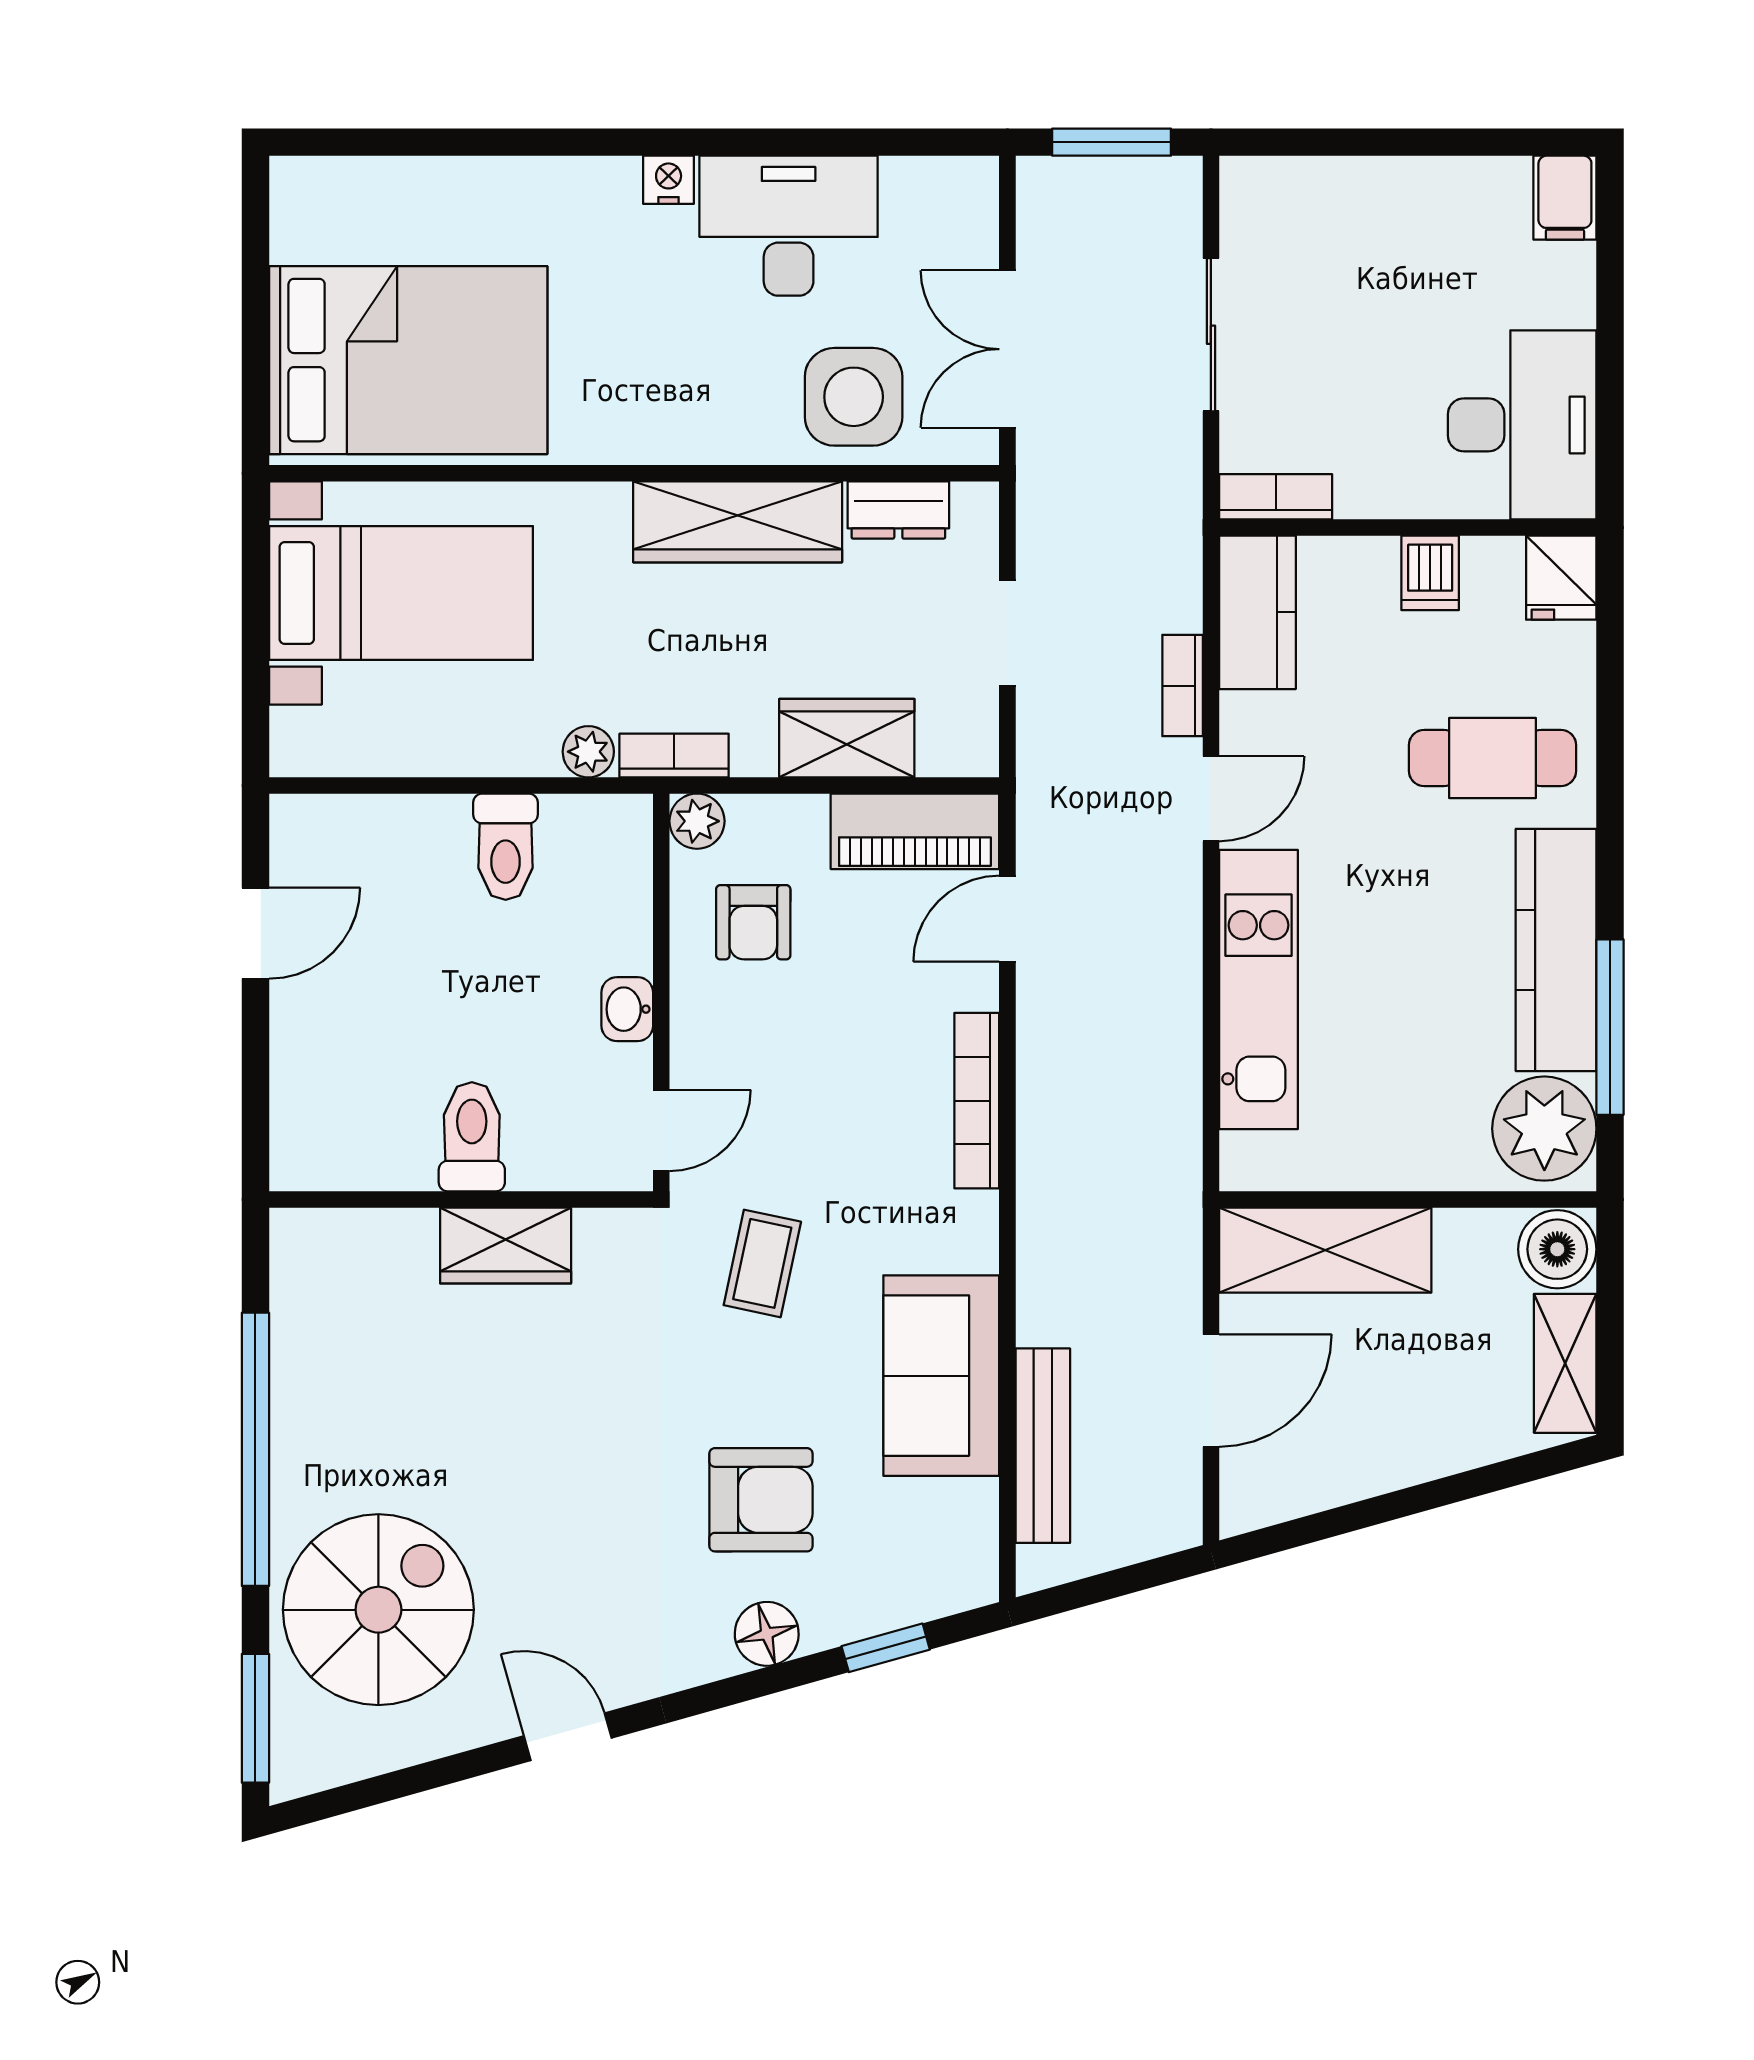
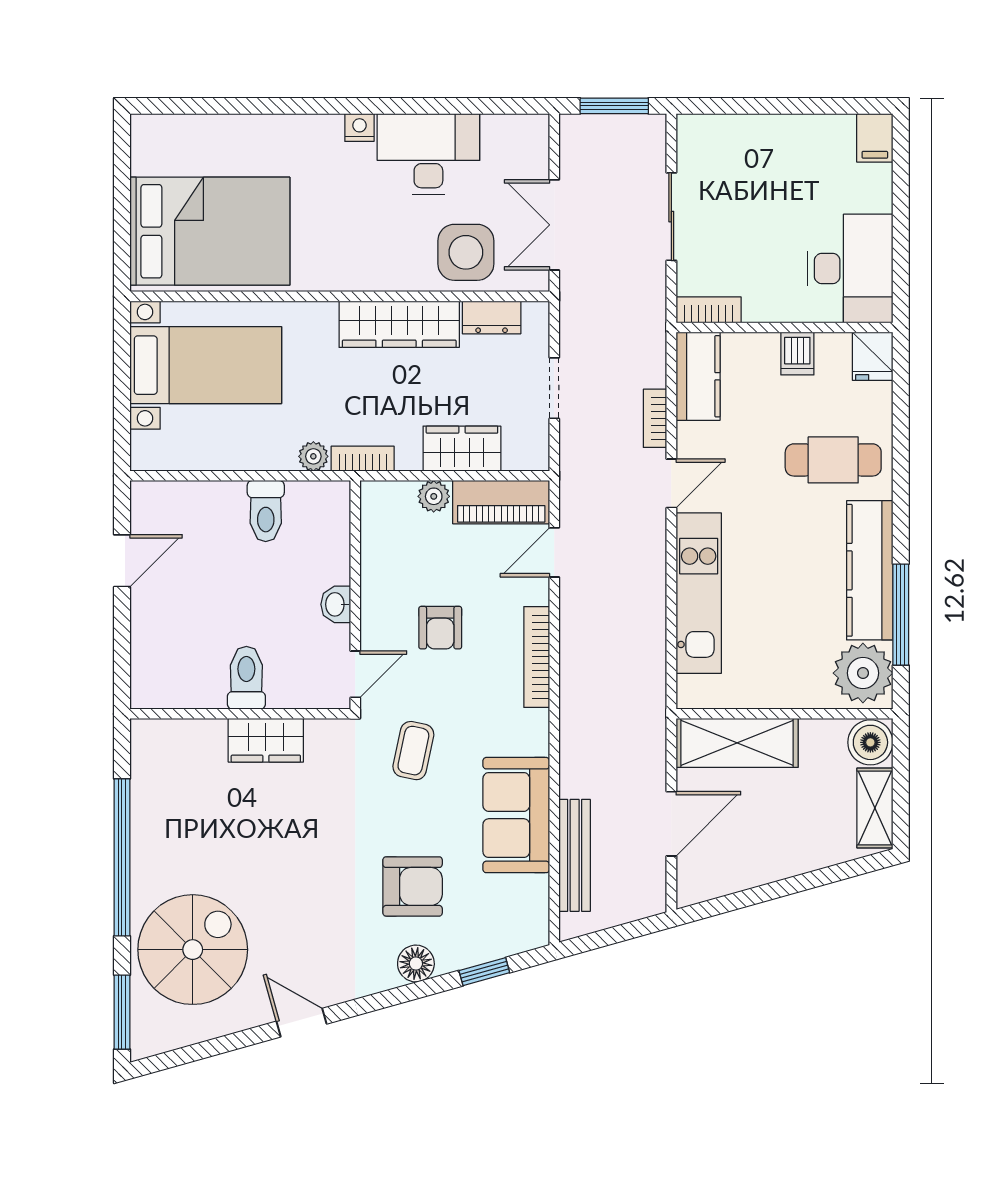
plant: (697, 821) -> (434, 496), moved
armchair: (753, 922) -> (440, 628), moved

